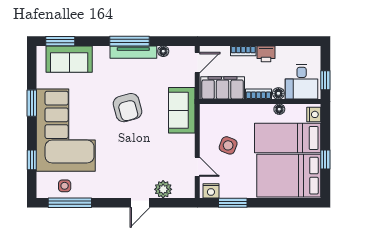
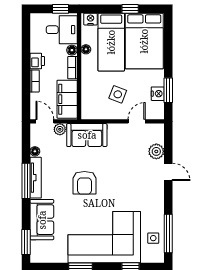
sofa: (69, 59) -> (42, 220), moved
plant: (188, 80) -> (60, 129), added
armchair: (127, 108) -> (84, 183), turned 105
nightstand: (211, 191) -> (158, 94), moved

